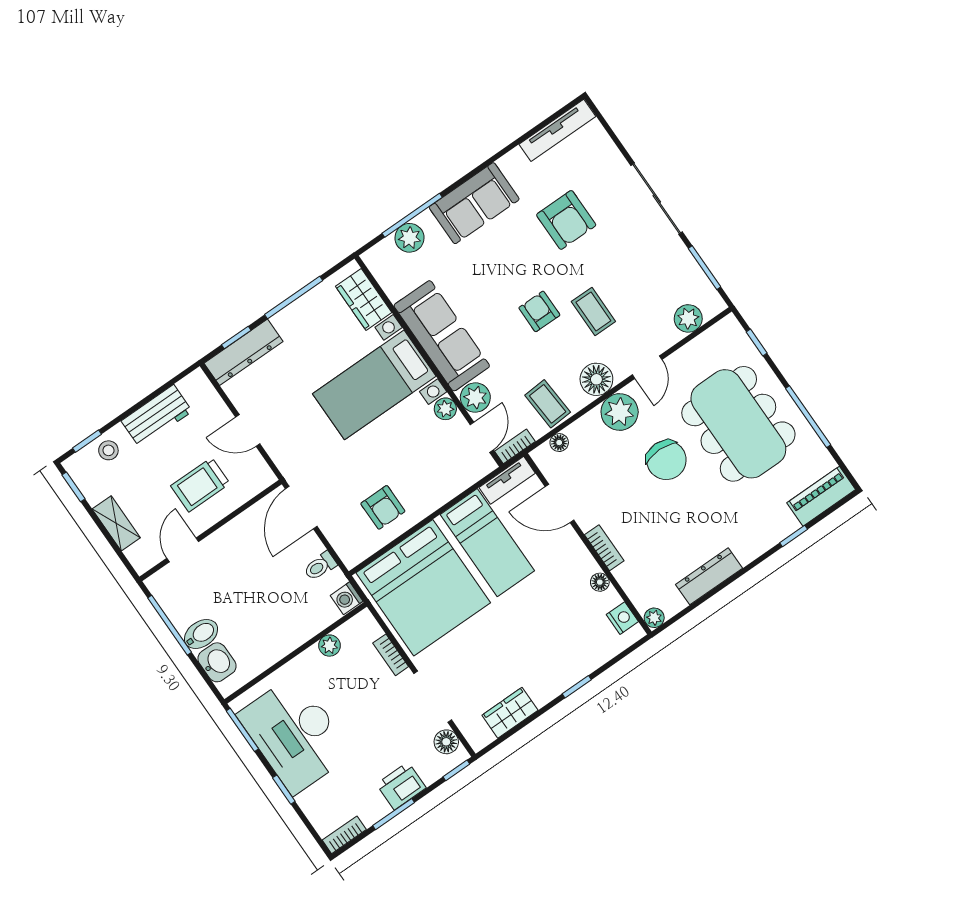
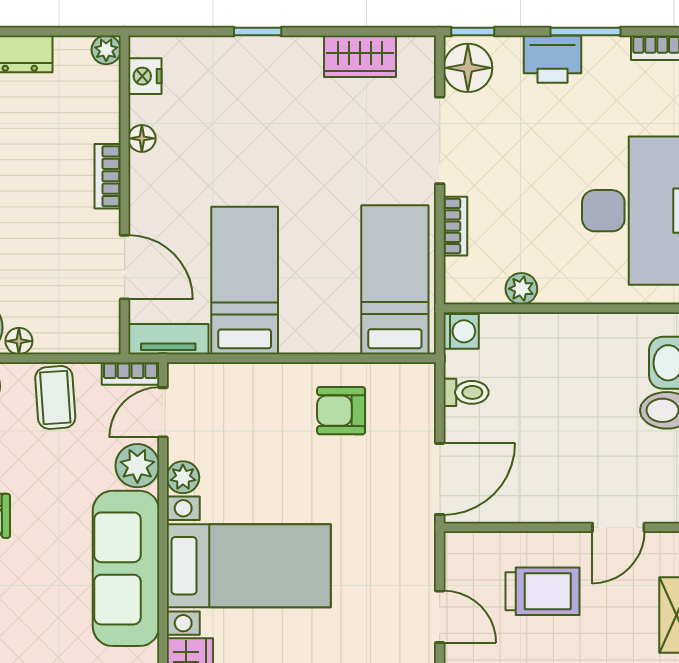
floor lamp: (559, 443) -> (19, 341), moved
armchair: (383, 507) -> (341, 411), turned -90
bed: (423, 588) -> (395, 280), width x0.49
floor lamp: (446, 742) -> (468, 68), width x1.38, depth x1.38

